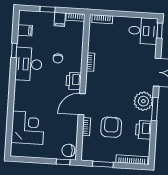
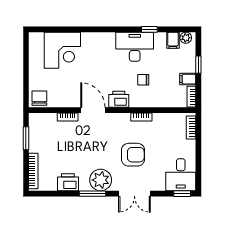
plant: (23, 19) -> (186, 38), added
armchair: (111, 127) -> (133, 155), moved
window: (63, 162) -> (26, 93), removed

